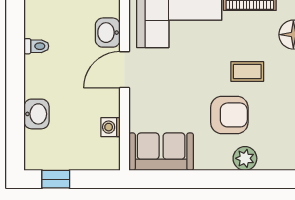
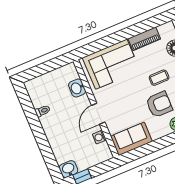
door: (124, 70) -> (98, 114), moved
washbasin: (36, 114) -> (68, 169), moved, turned -90

